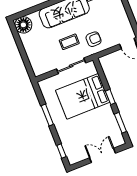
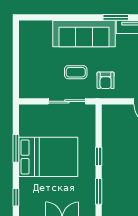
floor lamp: (23, 25) -> (29, 31), removed
armchair: (94, 39) -> (106, 80), turned 90
bed: (83, 96) -> (48, 157), moved, turned 180

